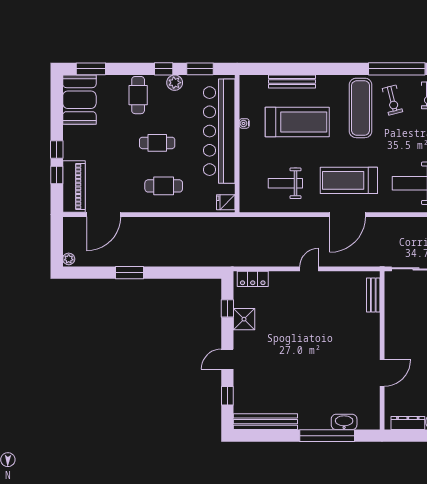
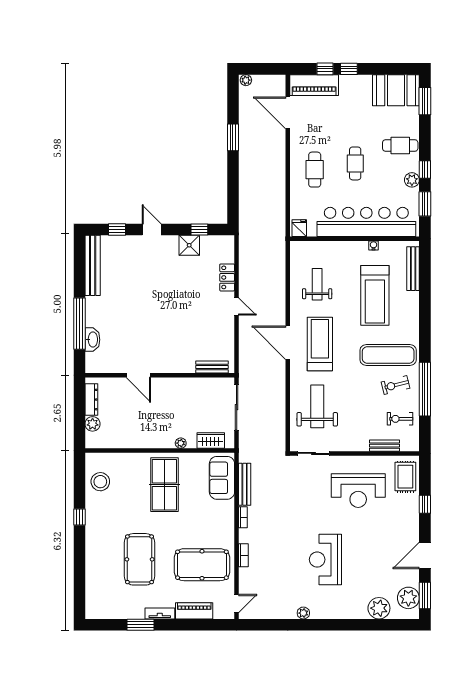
bench: (292, 81) -> (413, 269), moved
locker: (253, 279) -> (227, 277), moved

